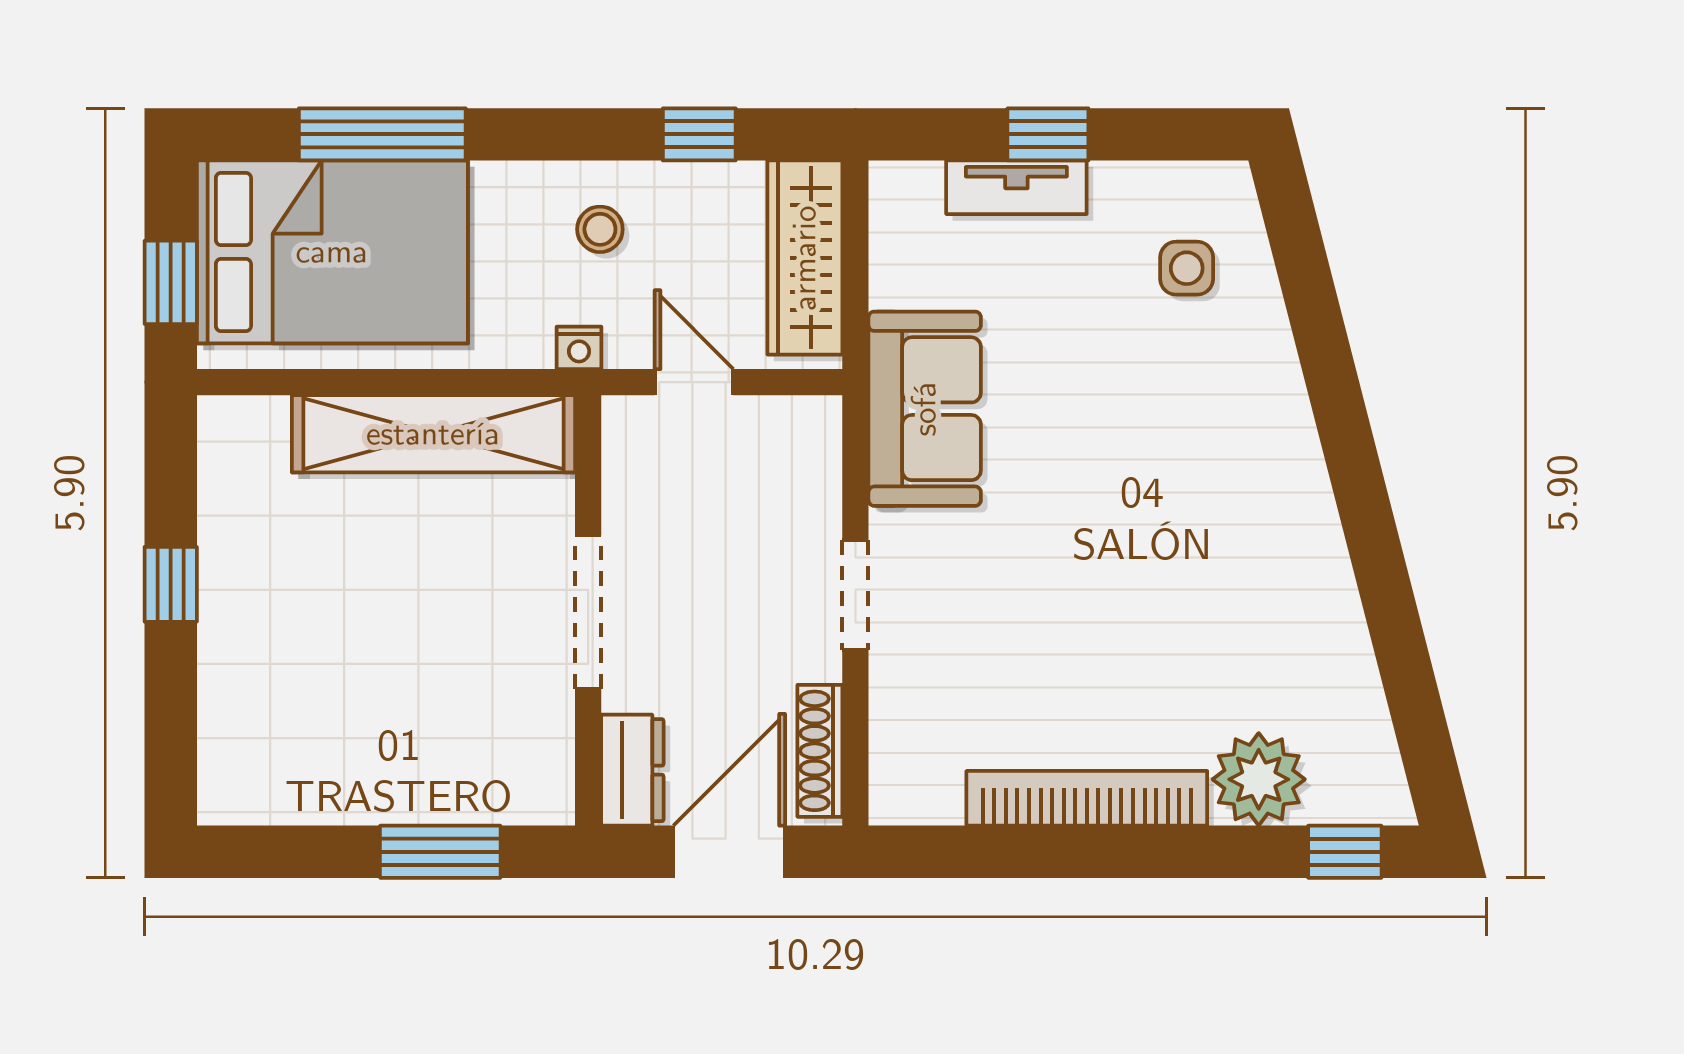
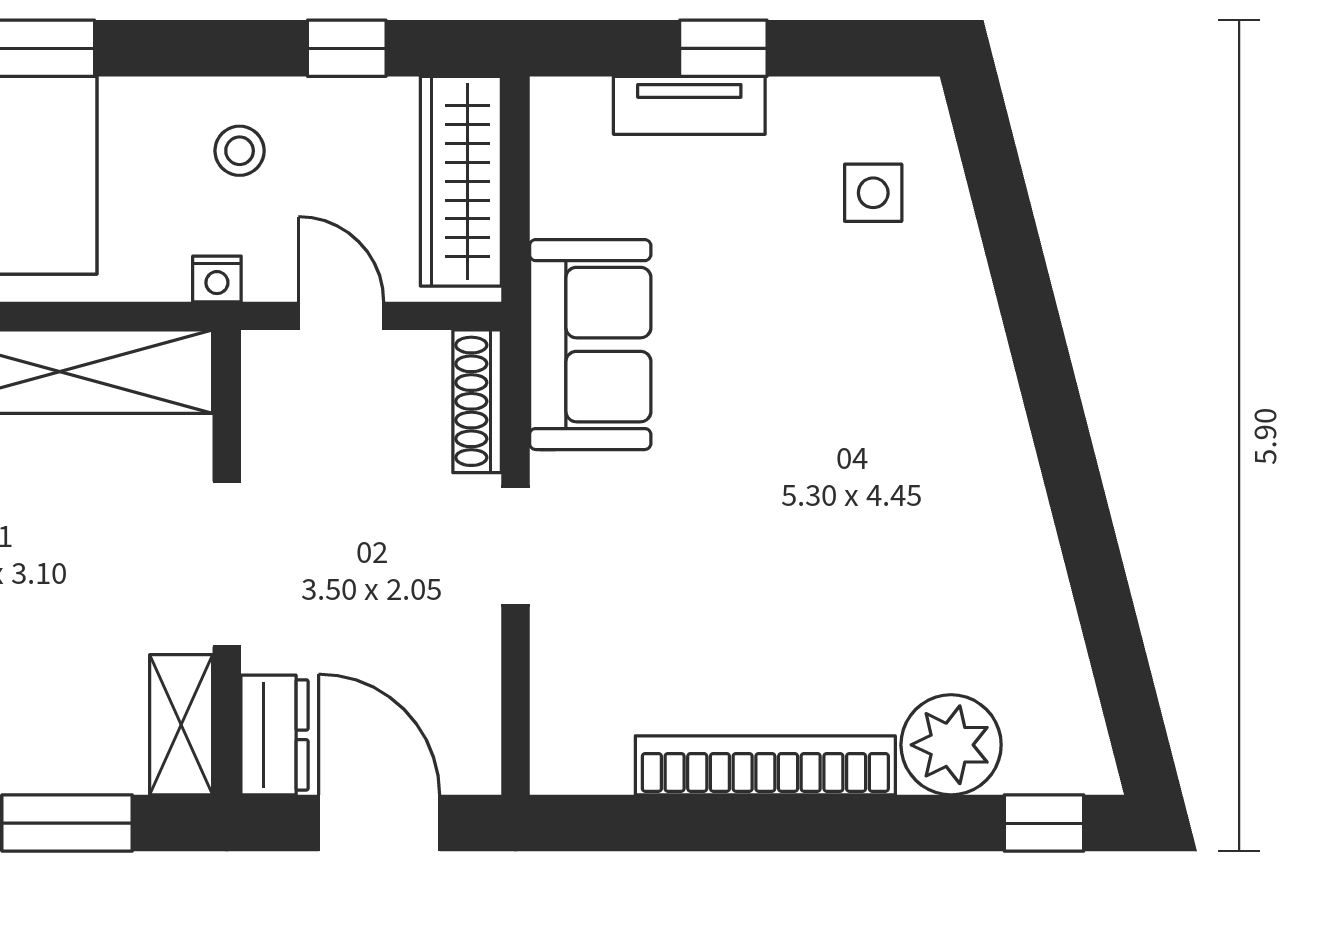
shoe rack: (820, 751) -> (477, 401), moved
shelving: (546, 761) -> (181, 725), added
door: (729, 852) -> (379, 823), hinge flipped

